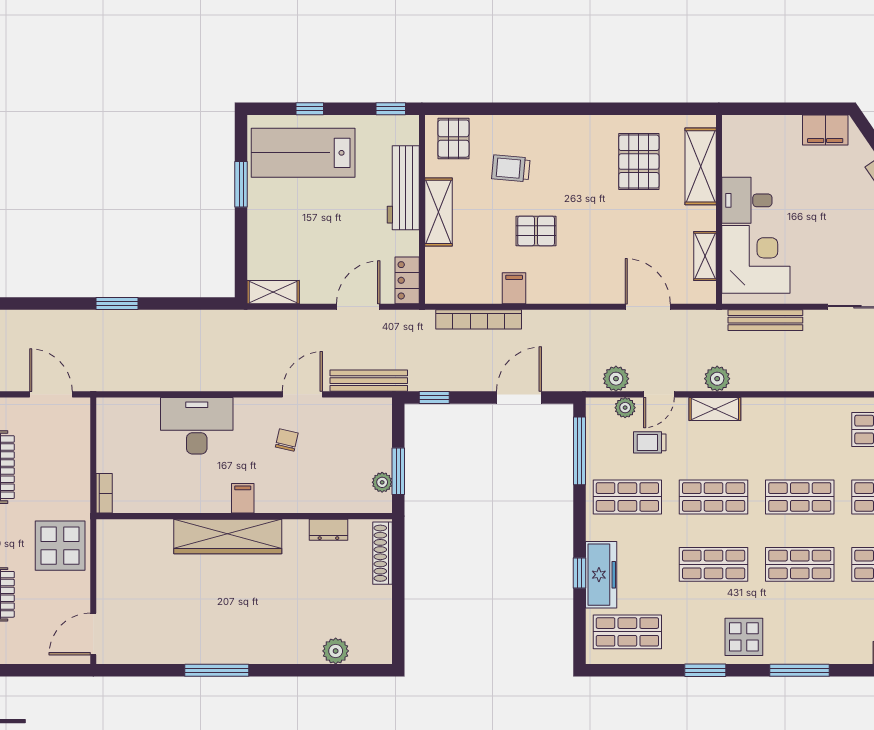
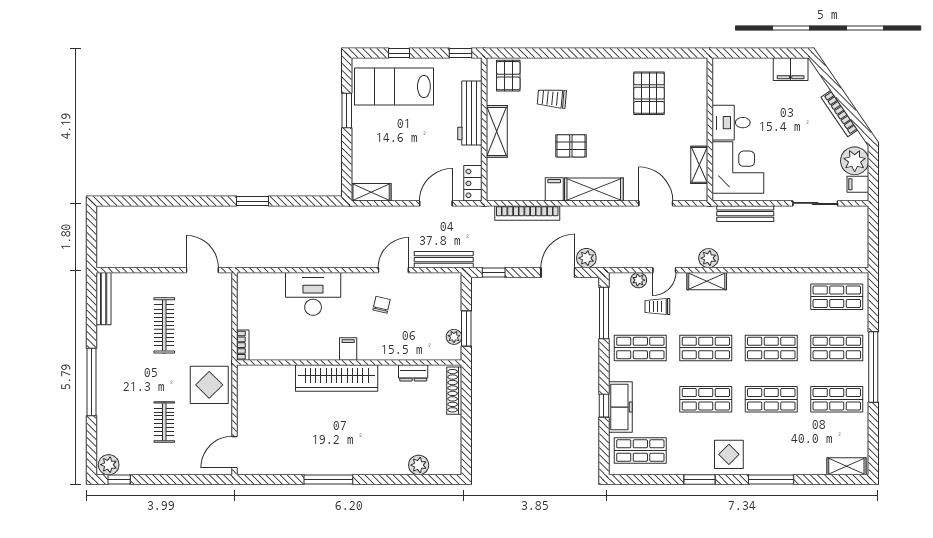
shelving: (701, 166) -> (594, 190), moved, turned 90
plant: (616, 379) -> (586, 258), moved

